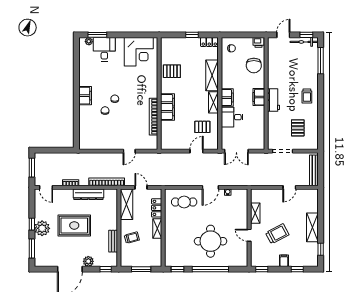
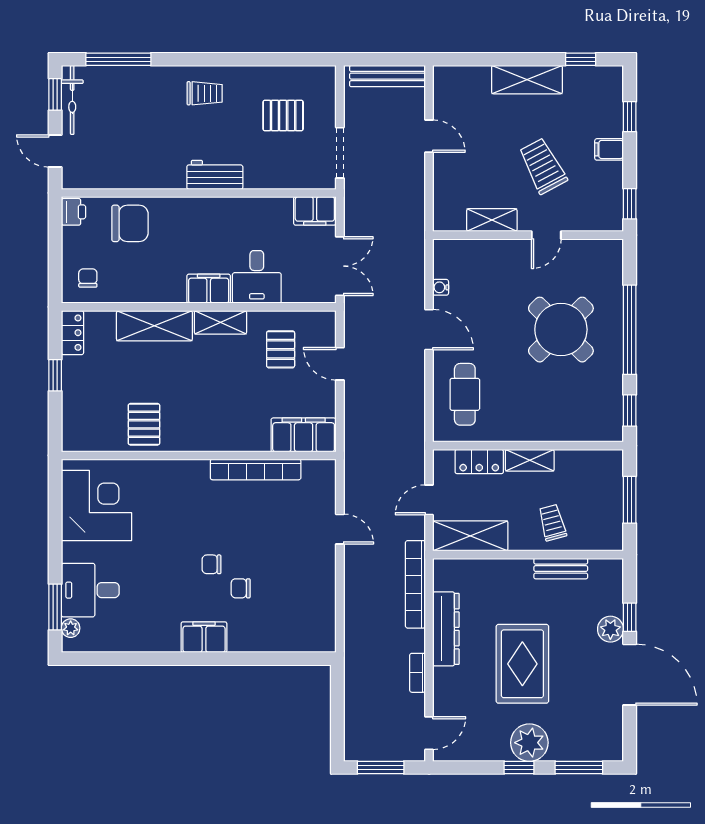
filing cabinet: (259, 97) -> (315, 211), moved
filing cabinet: (168, 107) -> (304, 435), moved
round table: (211, 241) -> (561, 330), turned 45
window: (106, 269) -> (630, 617), moved

